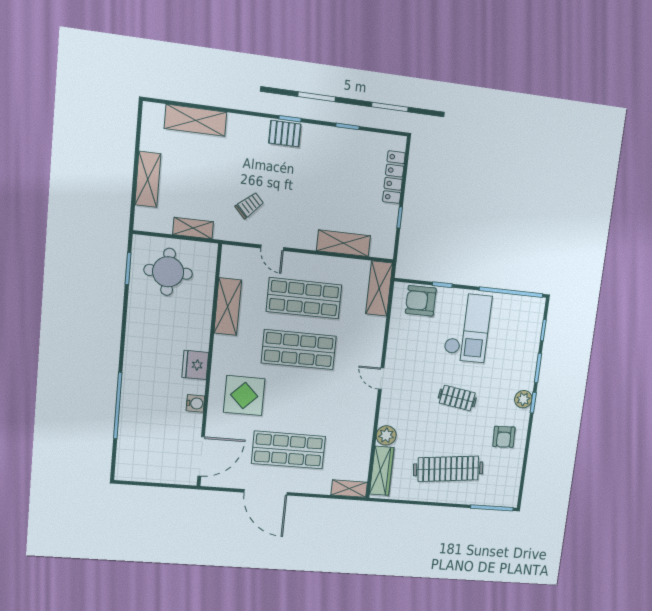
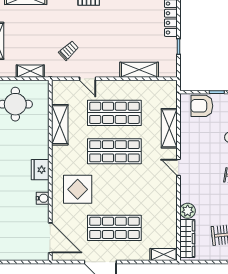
shelving: (379, 289) -> (169, 128), moved
door: (201, 456) -> (50, 238), hinge flipped

